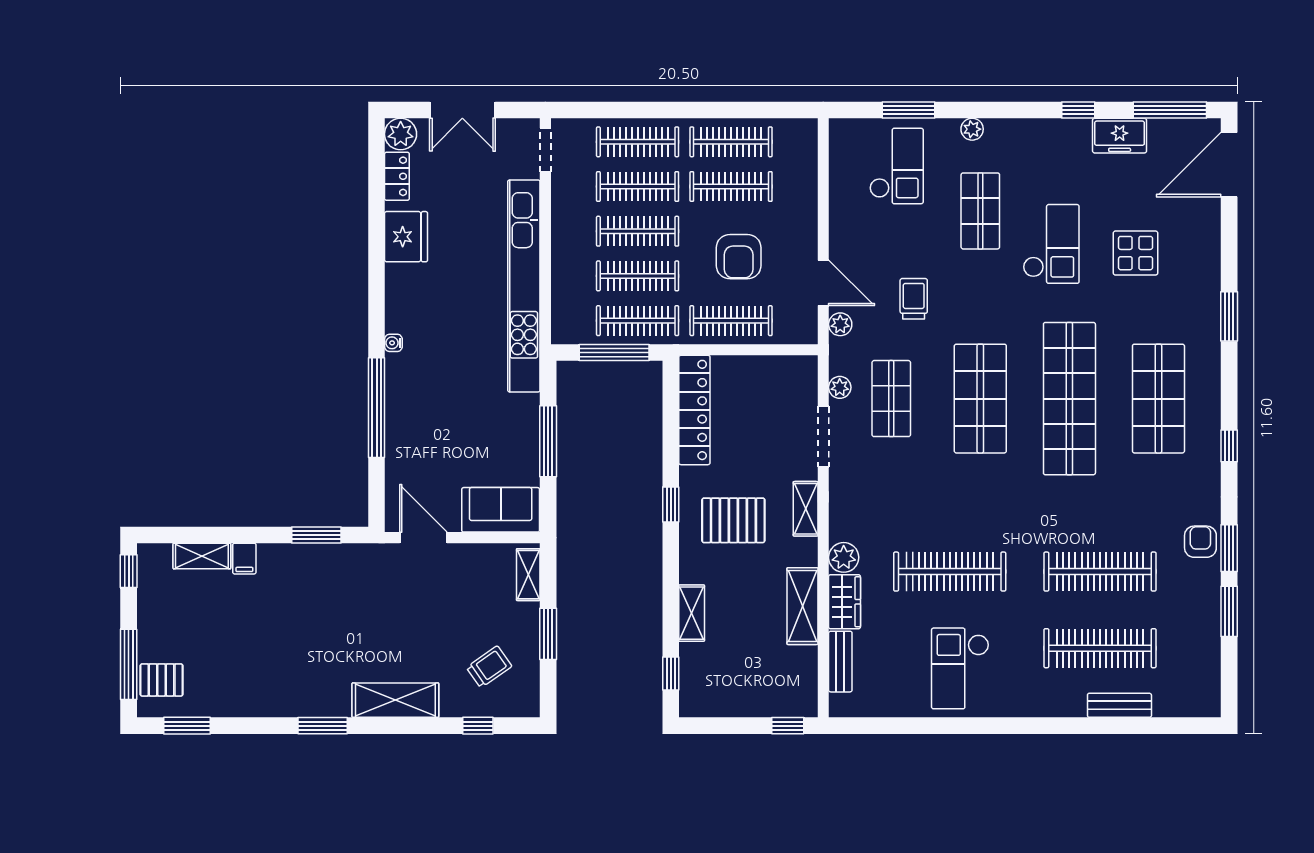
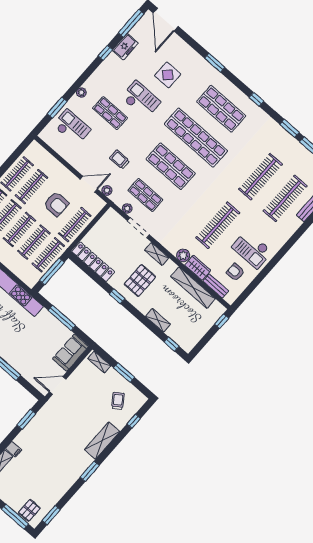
armchair: (1200, 542) -> (235, 272), moved
shelving: (802, 606) -> (193, 288), width x1.47

